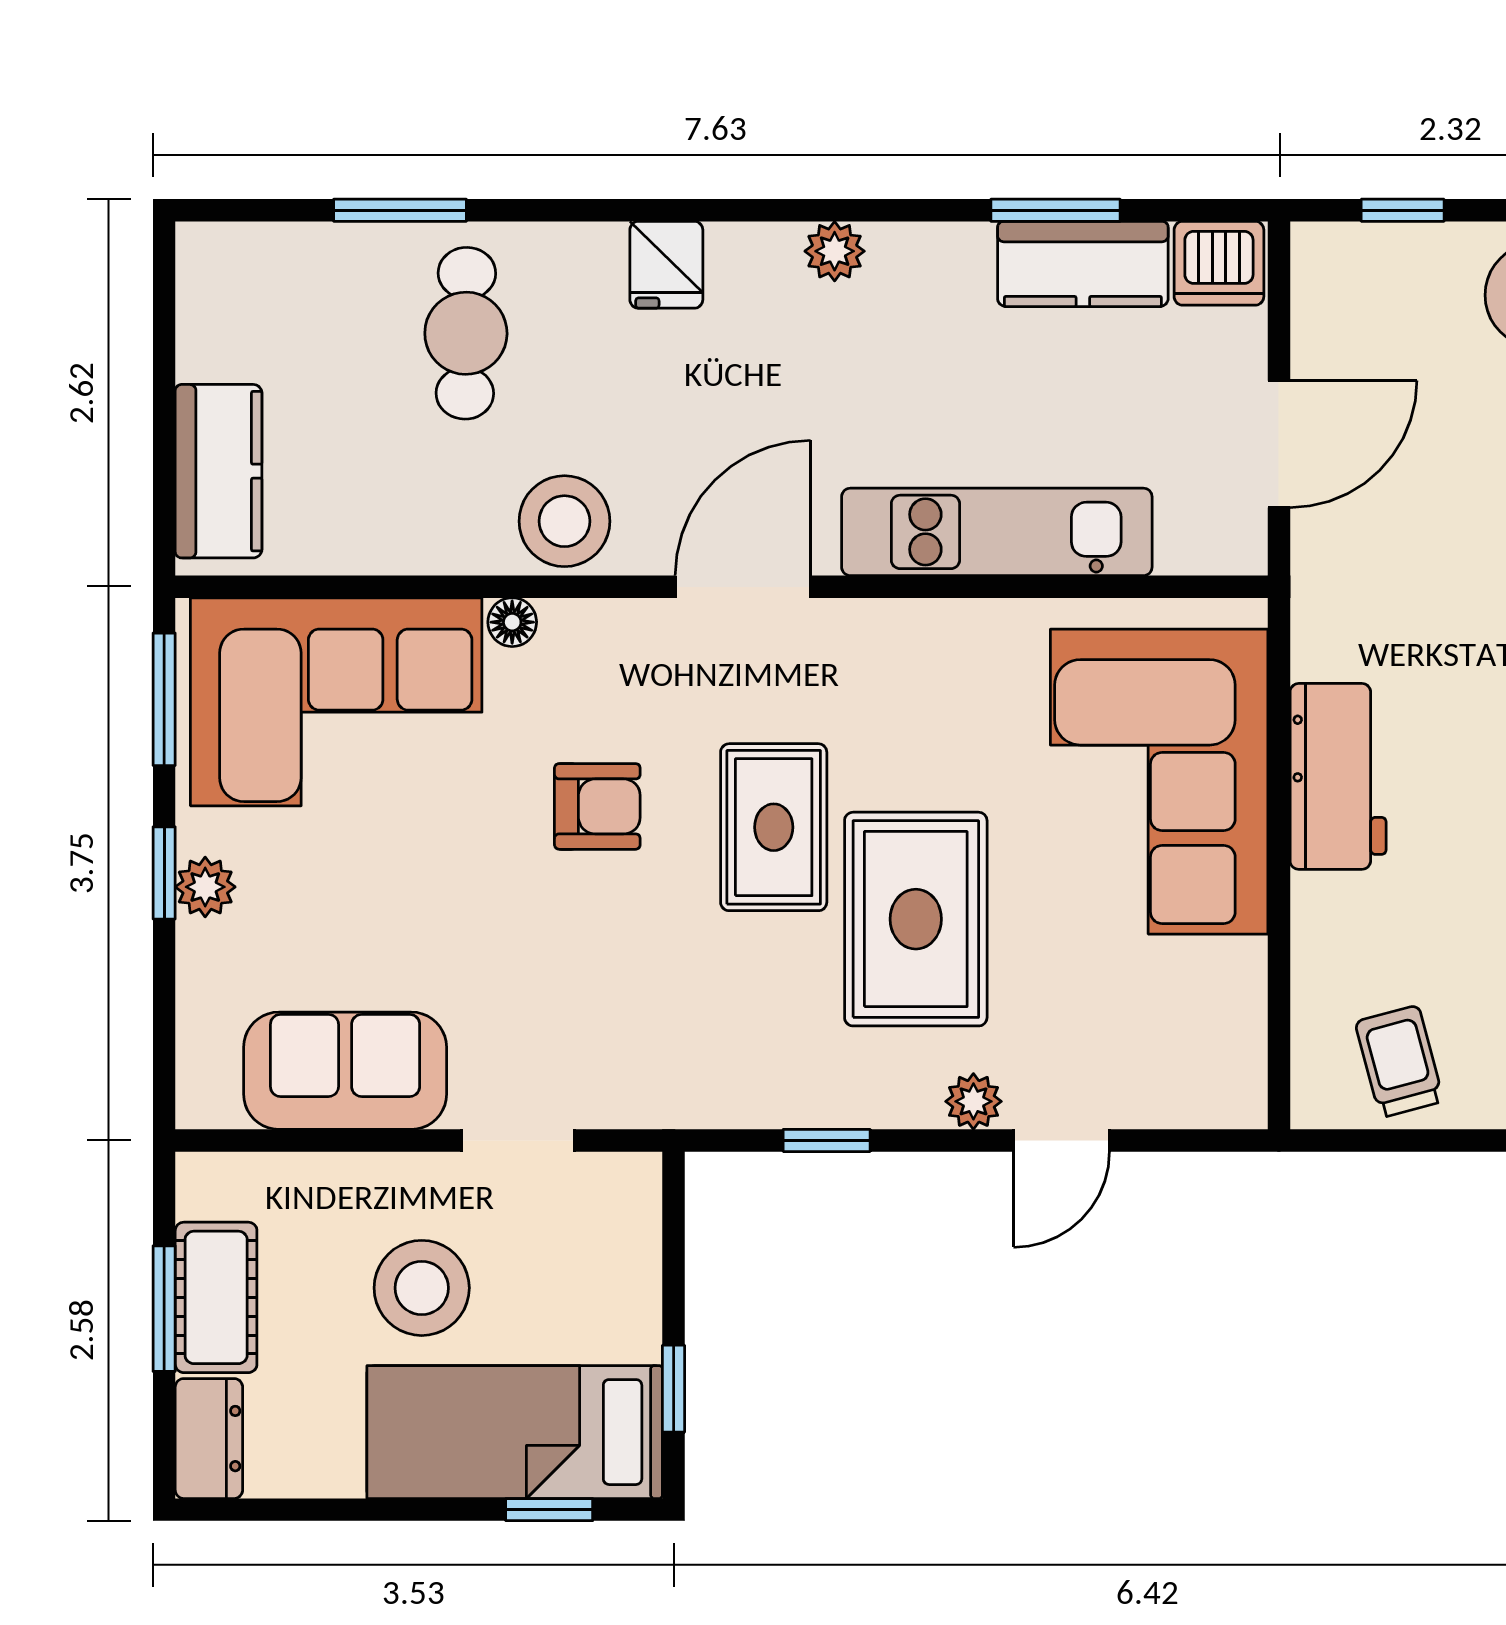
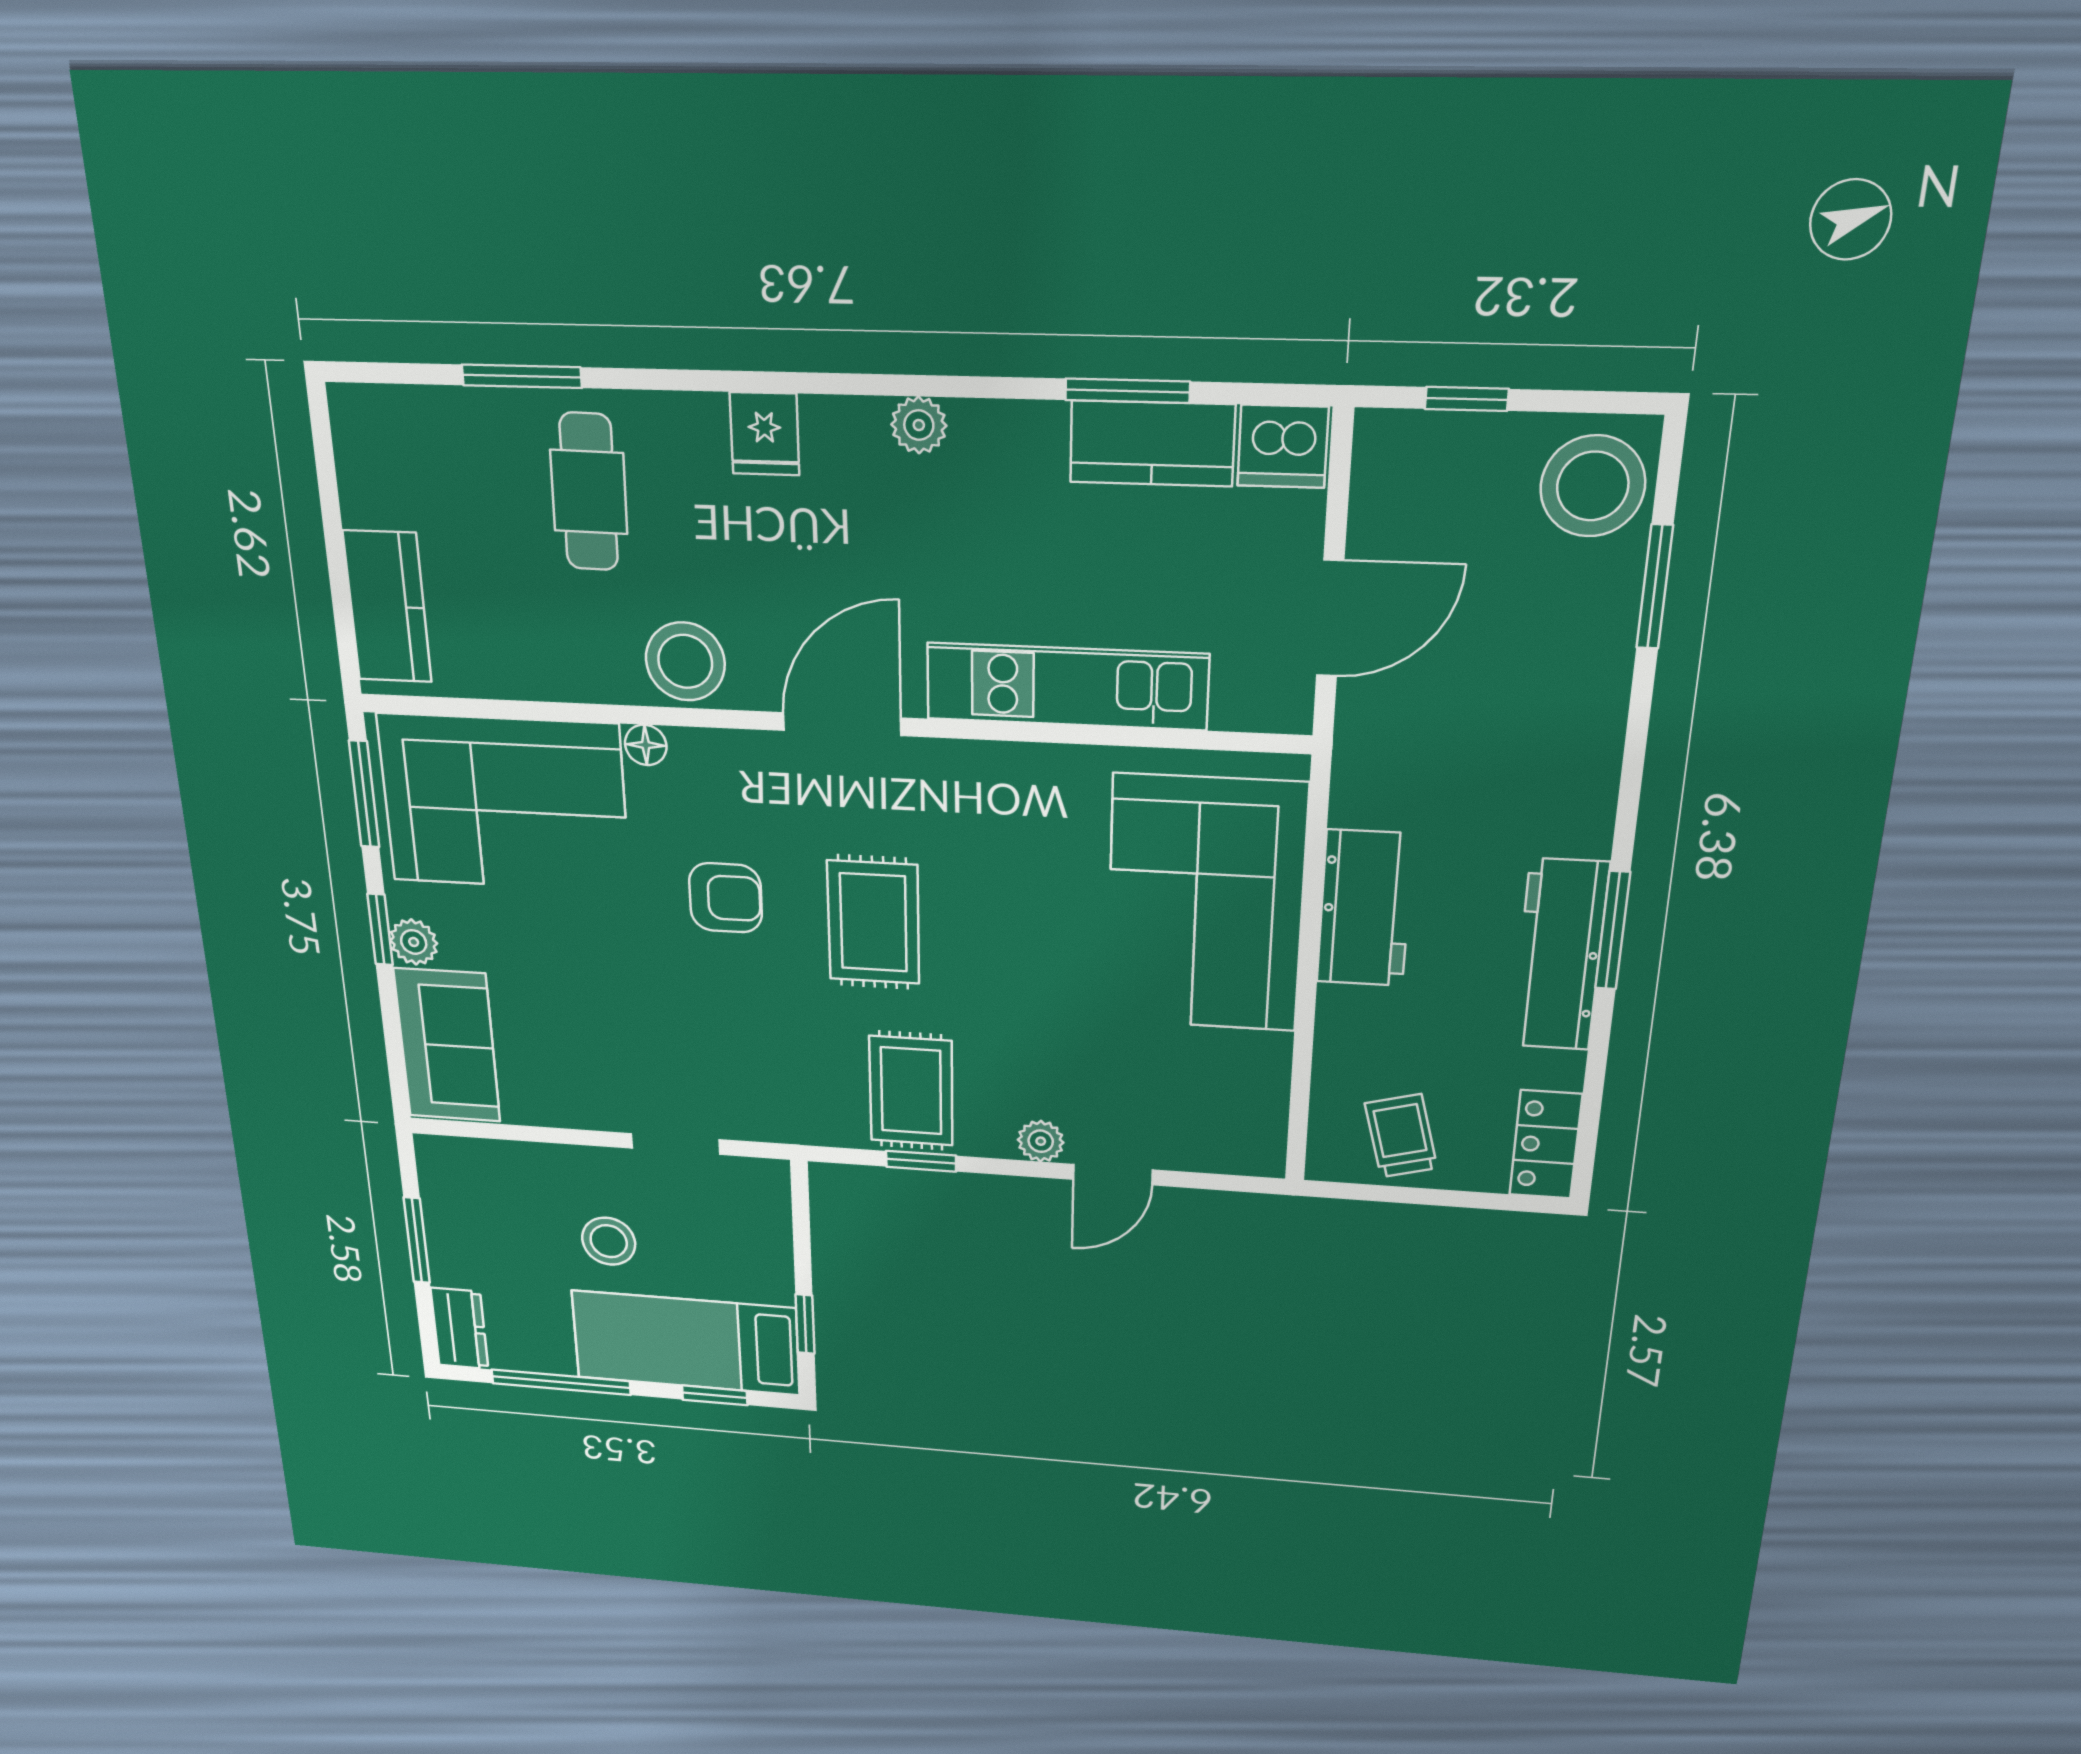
rug: (916, 919) -> (911, 1091), moved, width x0.73, depth x0.70
sofa: (345, 1071) -> (447, 1045), moved, turned 90
stool: (422, 1288) -> (609, 1241), width x0.73, depth x0.73
cot: (216, 1297) -> (454, 1236), removed
window: (341, 1510) -> (561, 1382), added

